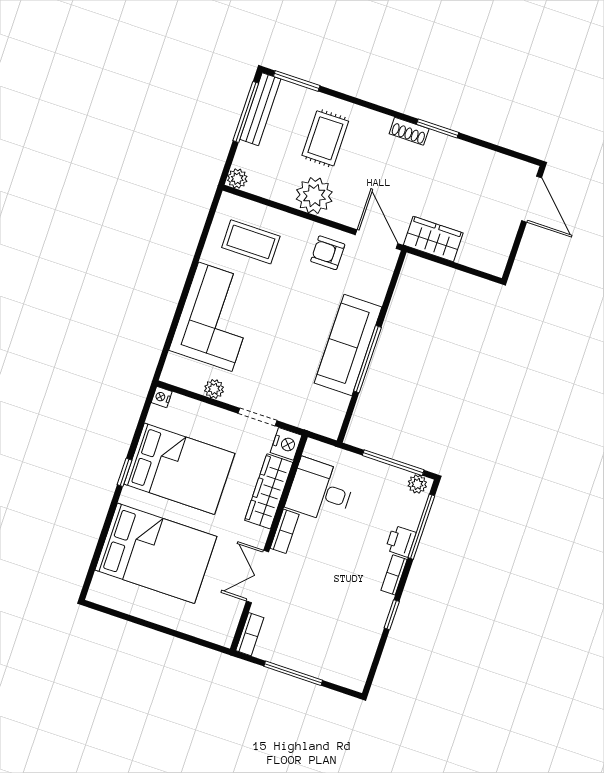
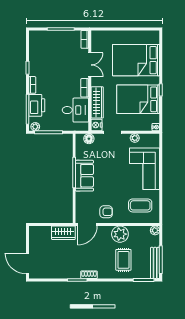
door: (377, 239) -> (87, 225), hinge flipped
sofa: (348, 345) -> (84, 176), width x0.73
floor lamp: (312, 420) -> (89, 139), added
printer: (401, 541) -> (37, 105), width x1.87, depth x1.48

